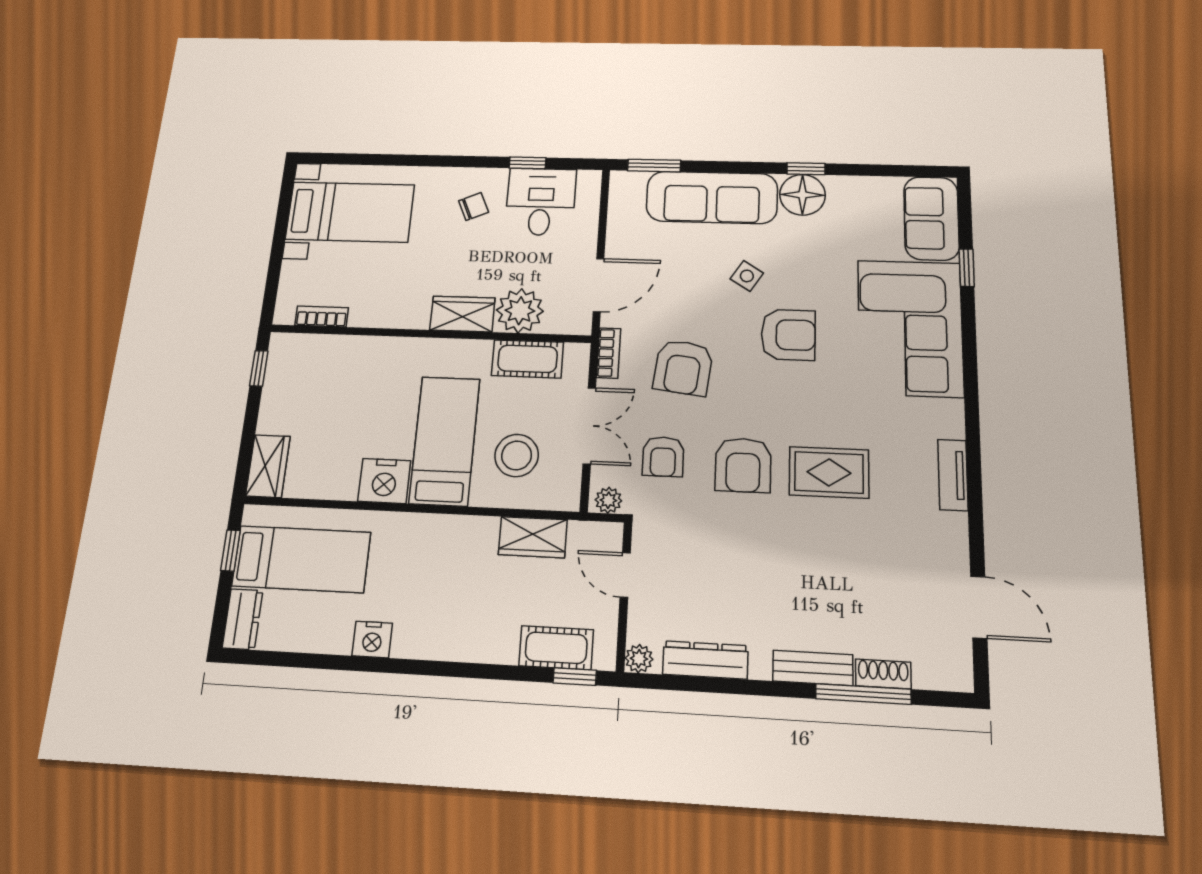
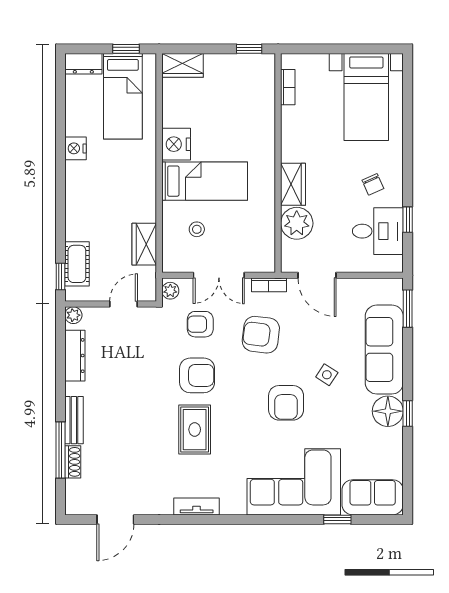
cot: (528, 359) -> (263, 231), removed
stool: (517, 455) -> (197, 229), width x0.53, depth x0.53
armchair: (743, 465) -> (197, 375), turned 180

